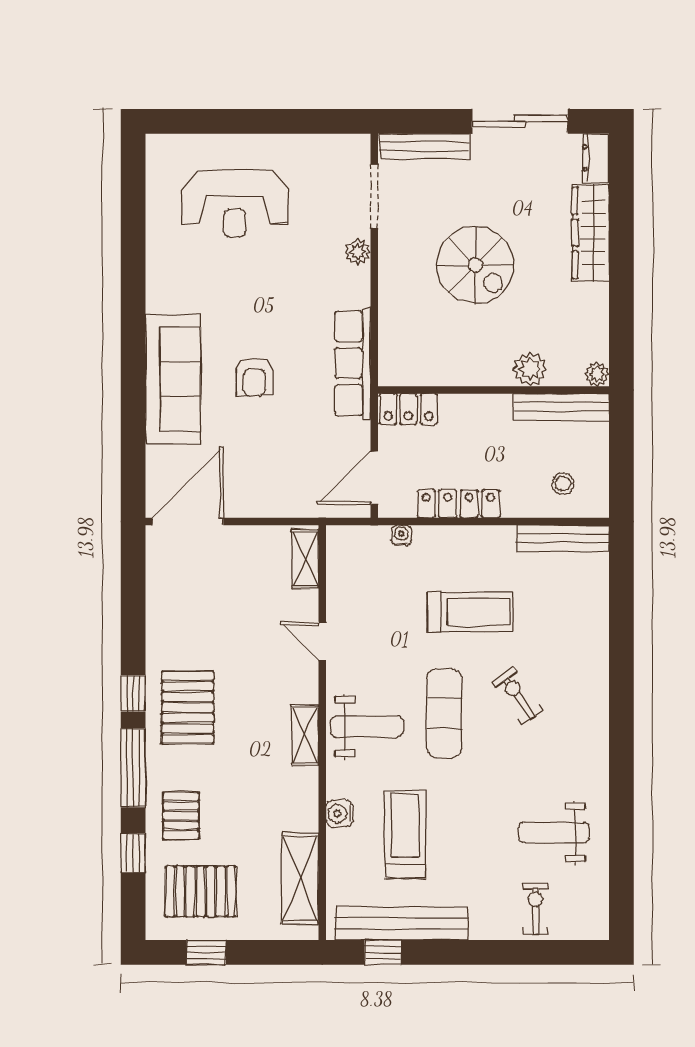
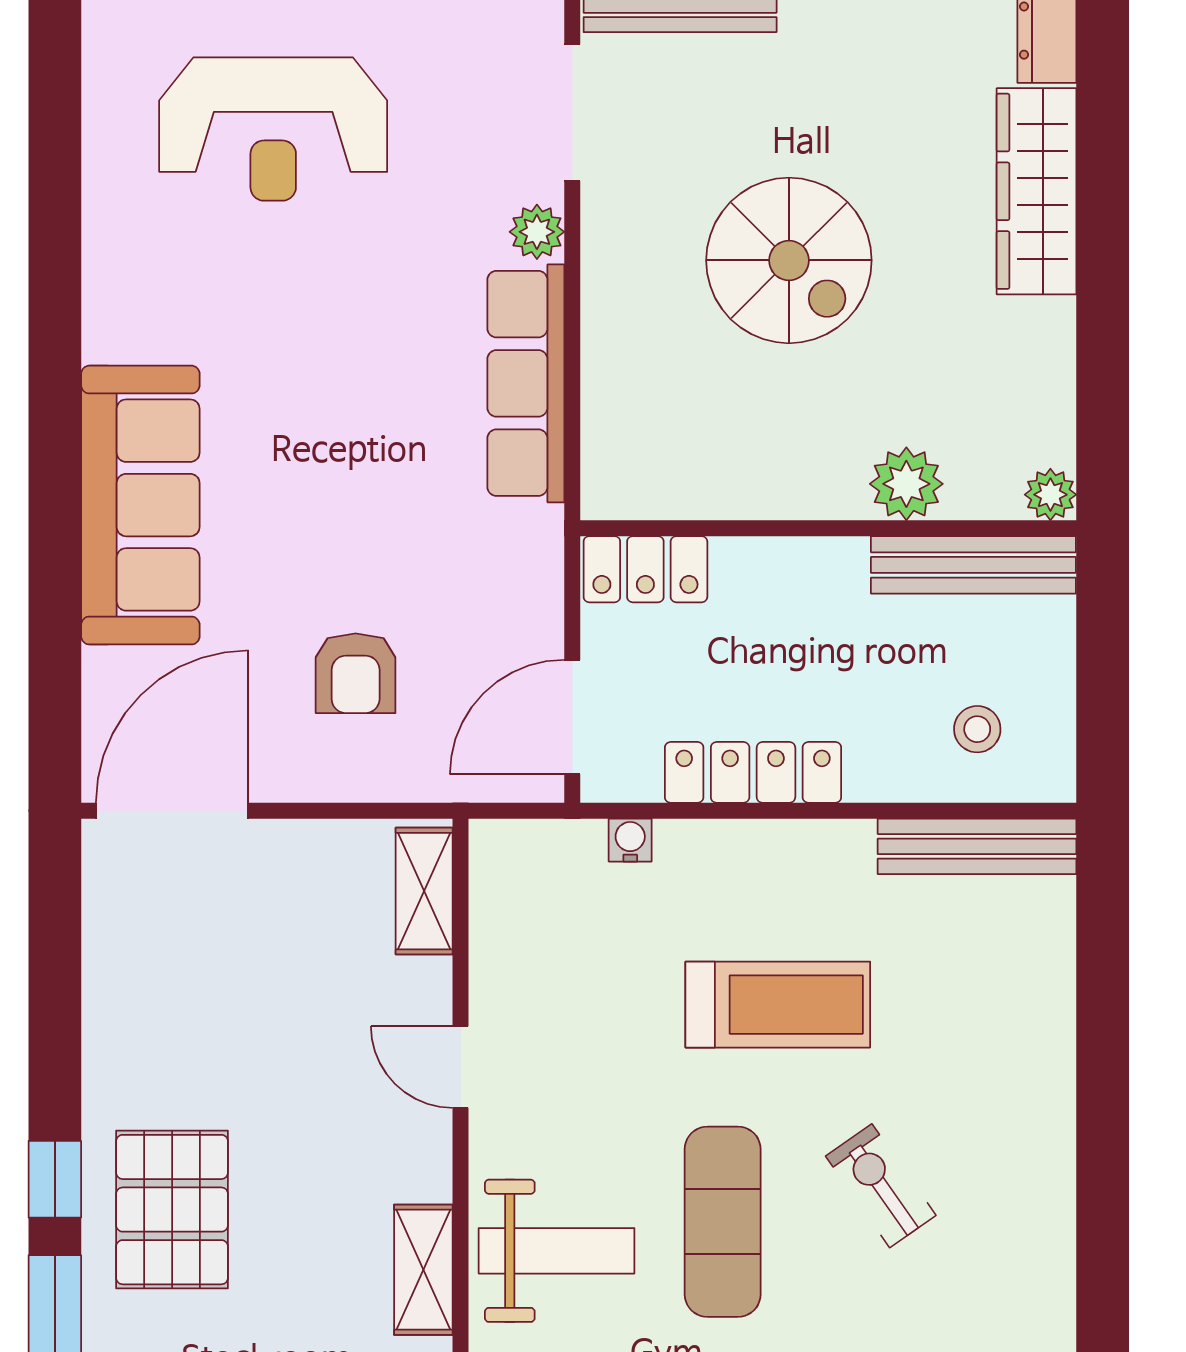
row of seats: (353, 363) -> (526, 383), moved
armchair: (254, 377) -> (356, 673), moved

